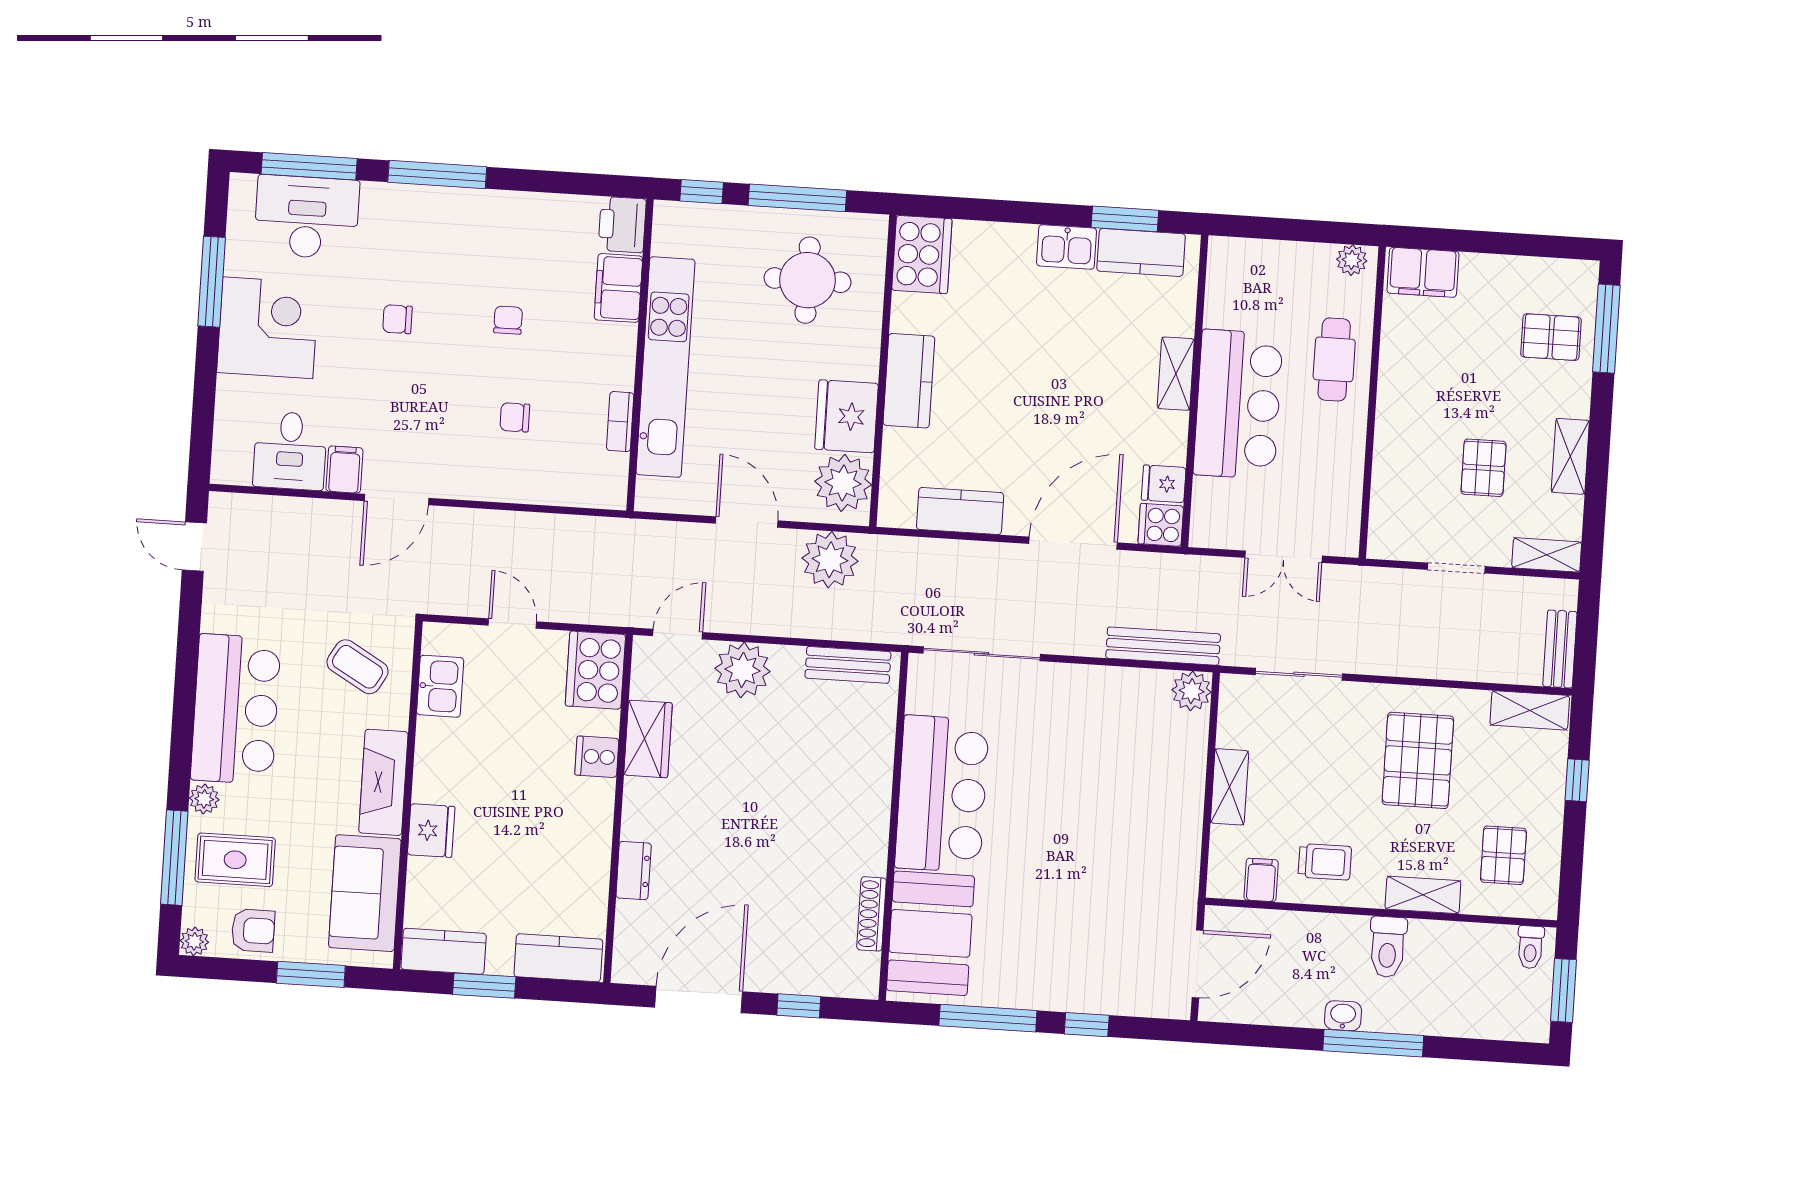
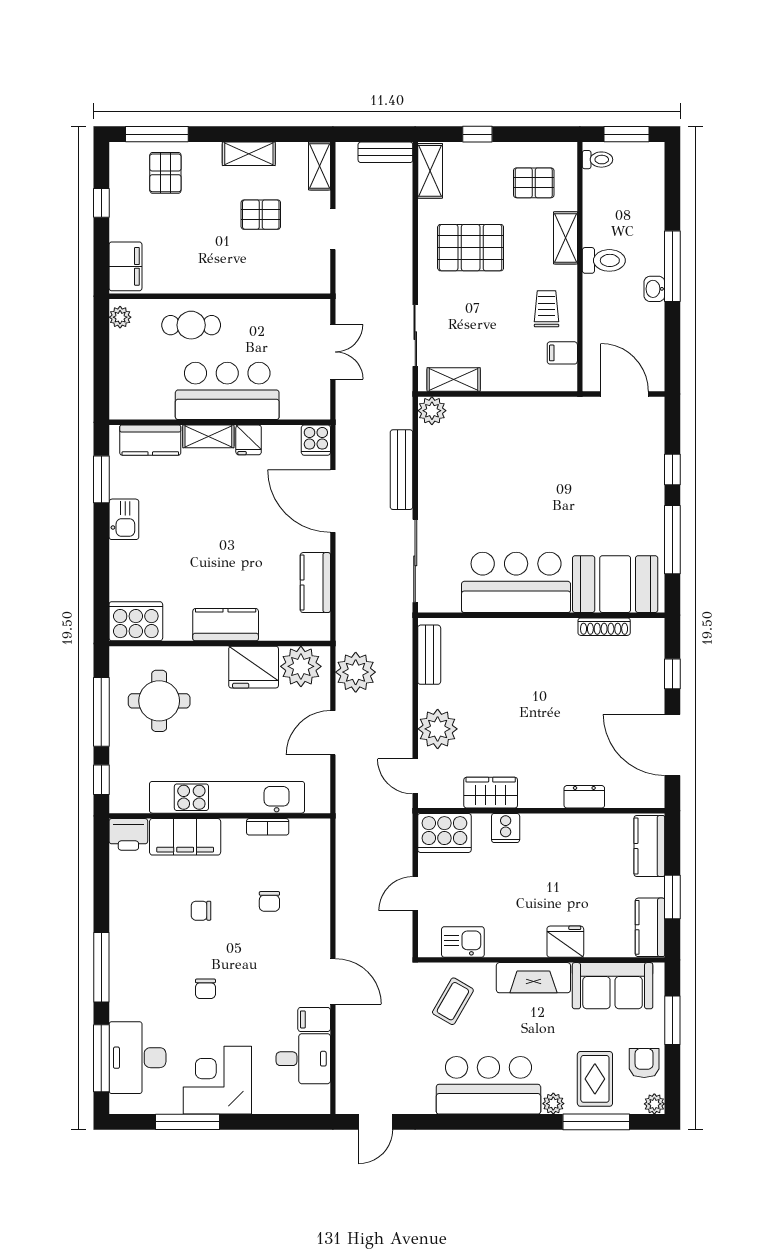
window: (1515, 244) -> (101, 203), added
kitchen counter: (1141, 252) -> (150, 440), moved, turned 90
filing cabinet: (618, 288) -> (185, 837), width x1.50, depth x1.17
fridge: (1164, 484) -> (249, 440), moved
bench: (1163, 646) -> (401, 470), moved
shelving: (1230, 787) -> (454, 380), moved

